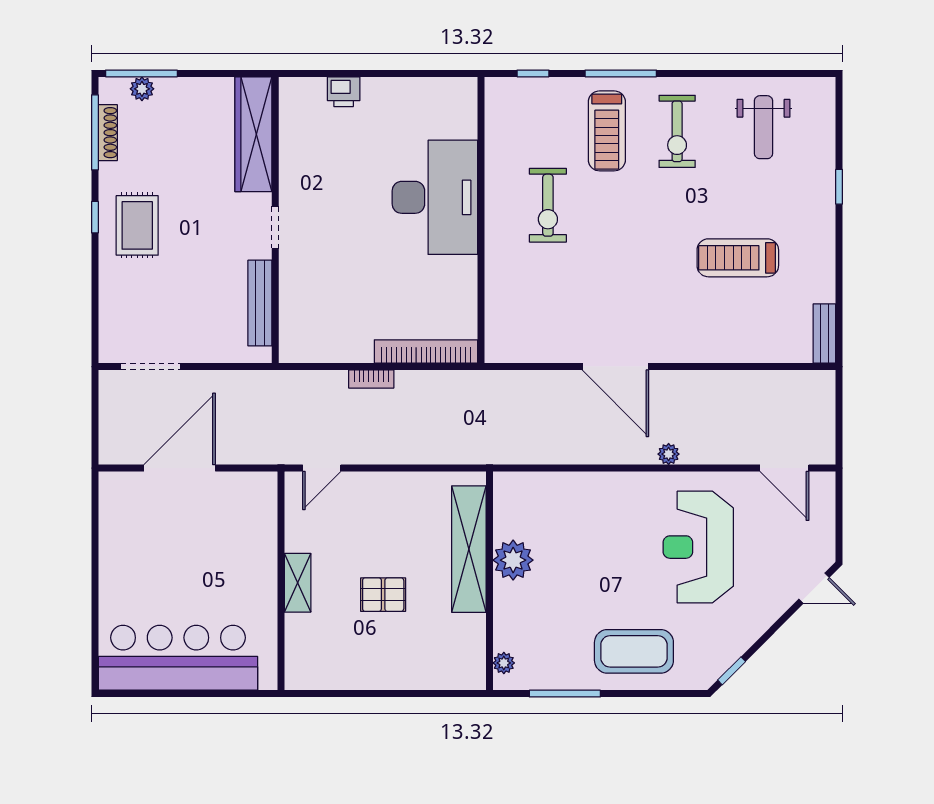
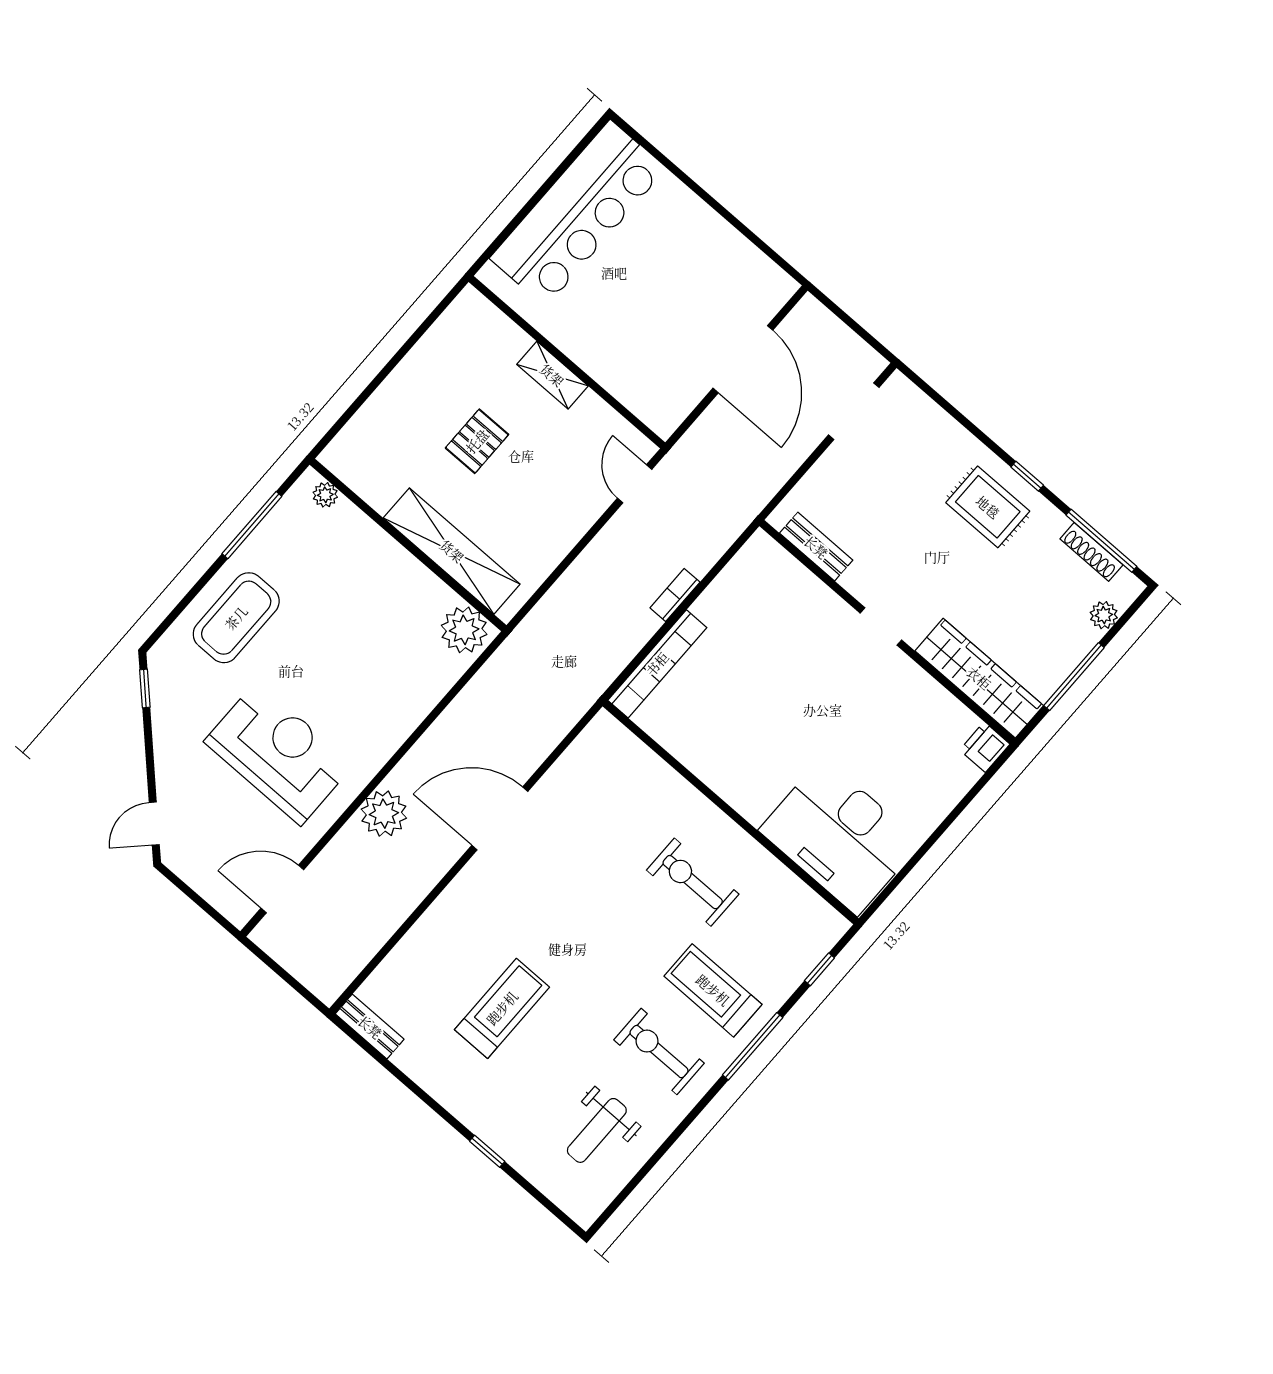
window: (141, 73) -> (1074, 677), moved
printer: (344, 92) -> (985, 747), moved
weight bench: (763, 127) -> (597, 1130), turned -90
desk: (435, 197) -> (840, 836), moved
bench: (260, 303) -> (816, 547), width x0.73
plant: (669, 454) -> (384, 814), width x1.87, depth x1.87
plant: (513, 560) -> (464, 630), moved

